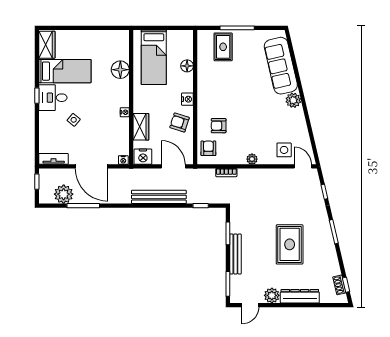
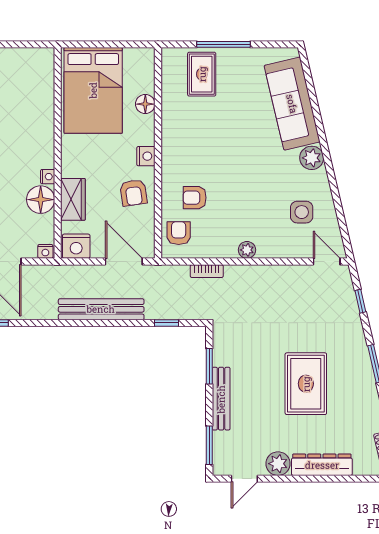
bed: (154, 57) -> (93, 90), width x1.50
floor lamp: (120, 70) -> (41, 200), moved
armchair: (180, 122) -> (133, 193), turned -116
side table: (284, 150) -> (302, 212), moved

